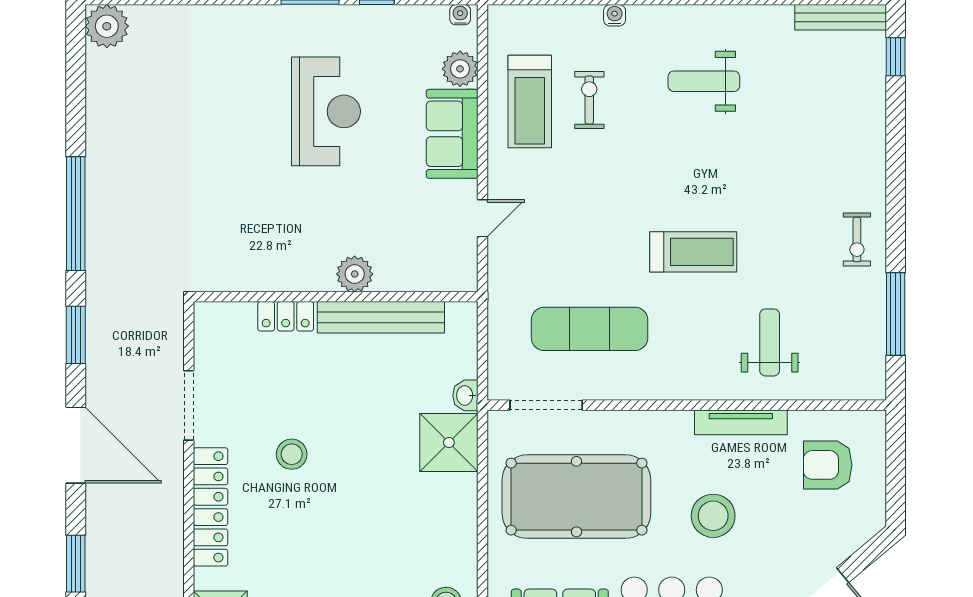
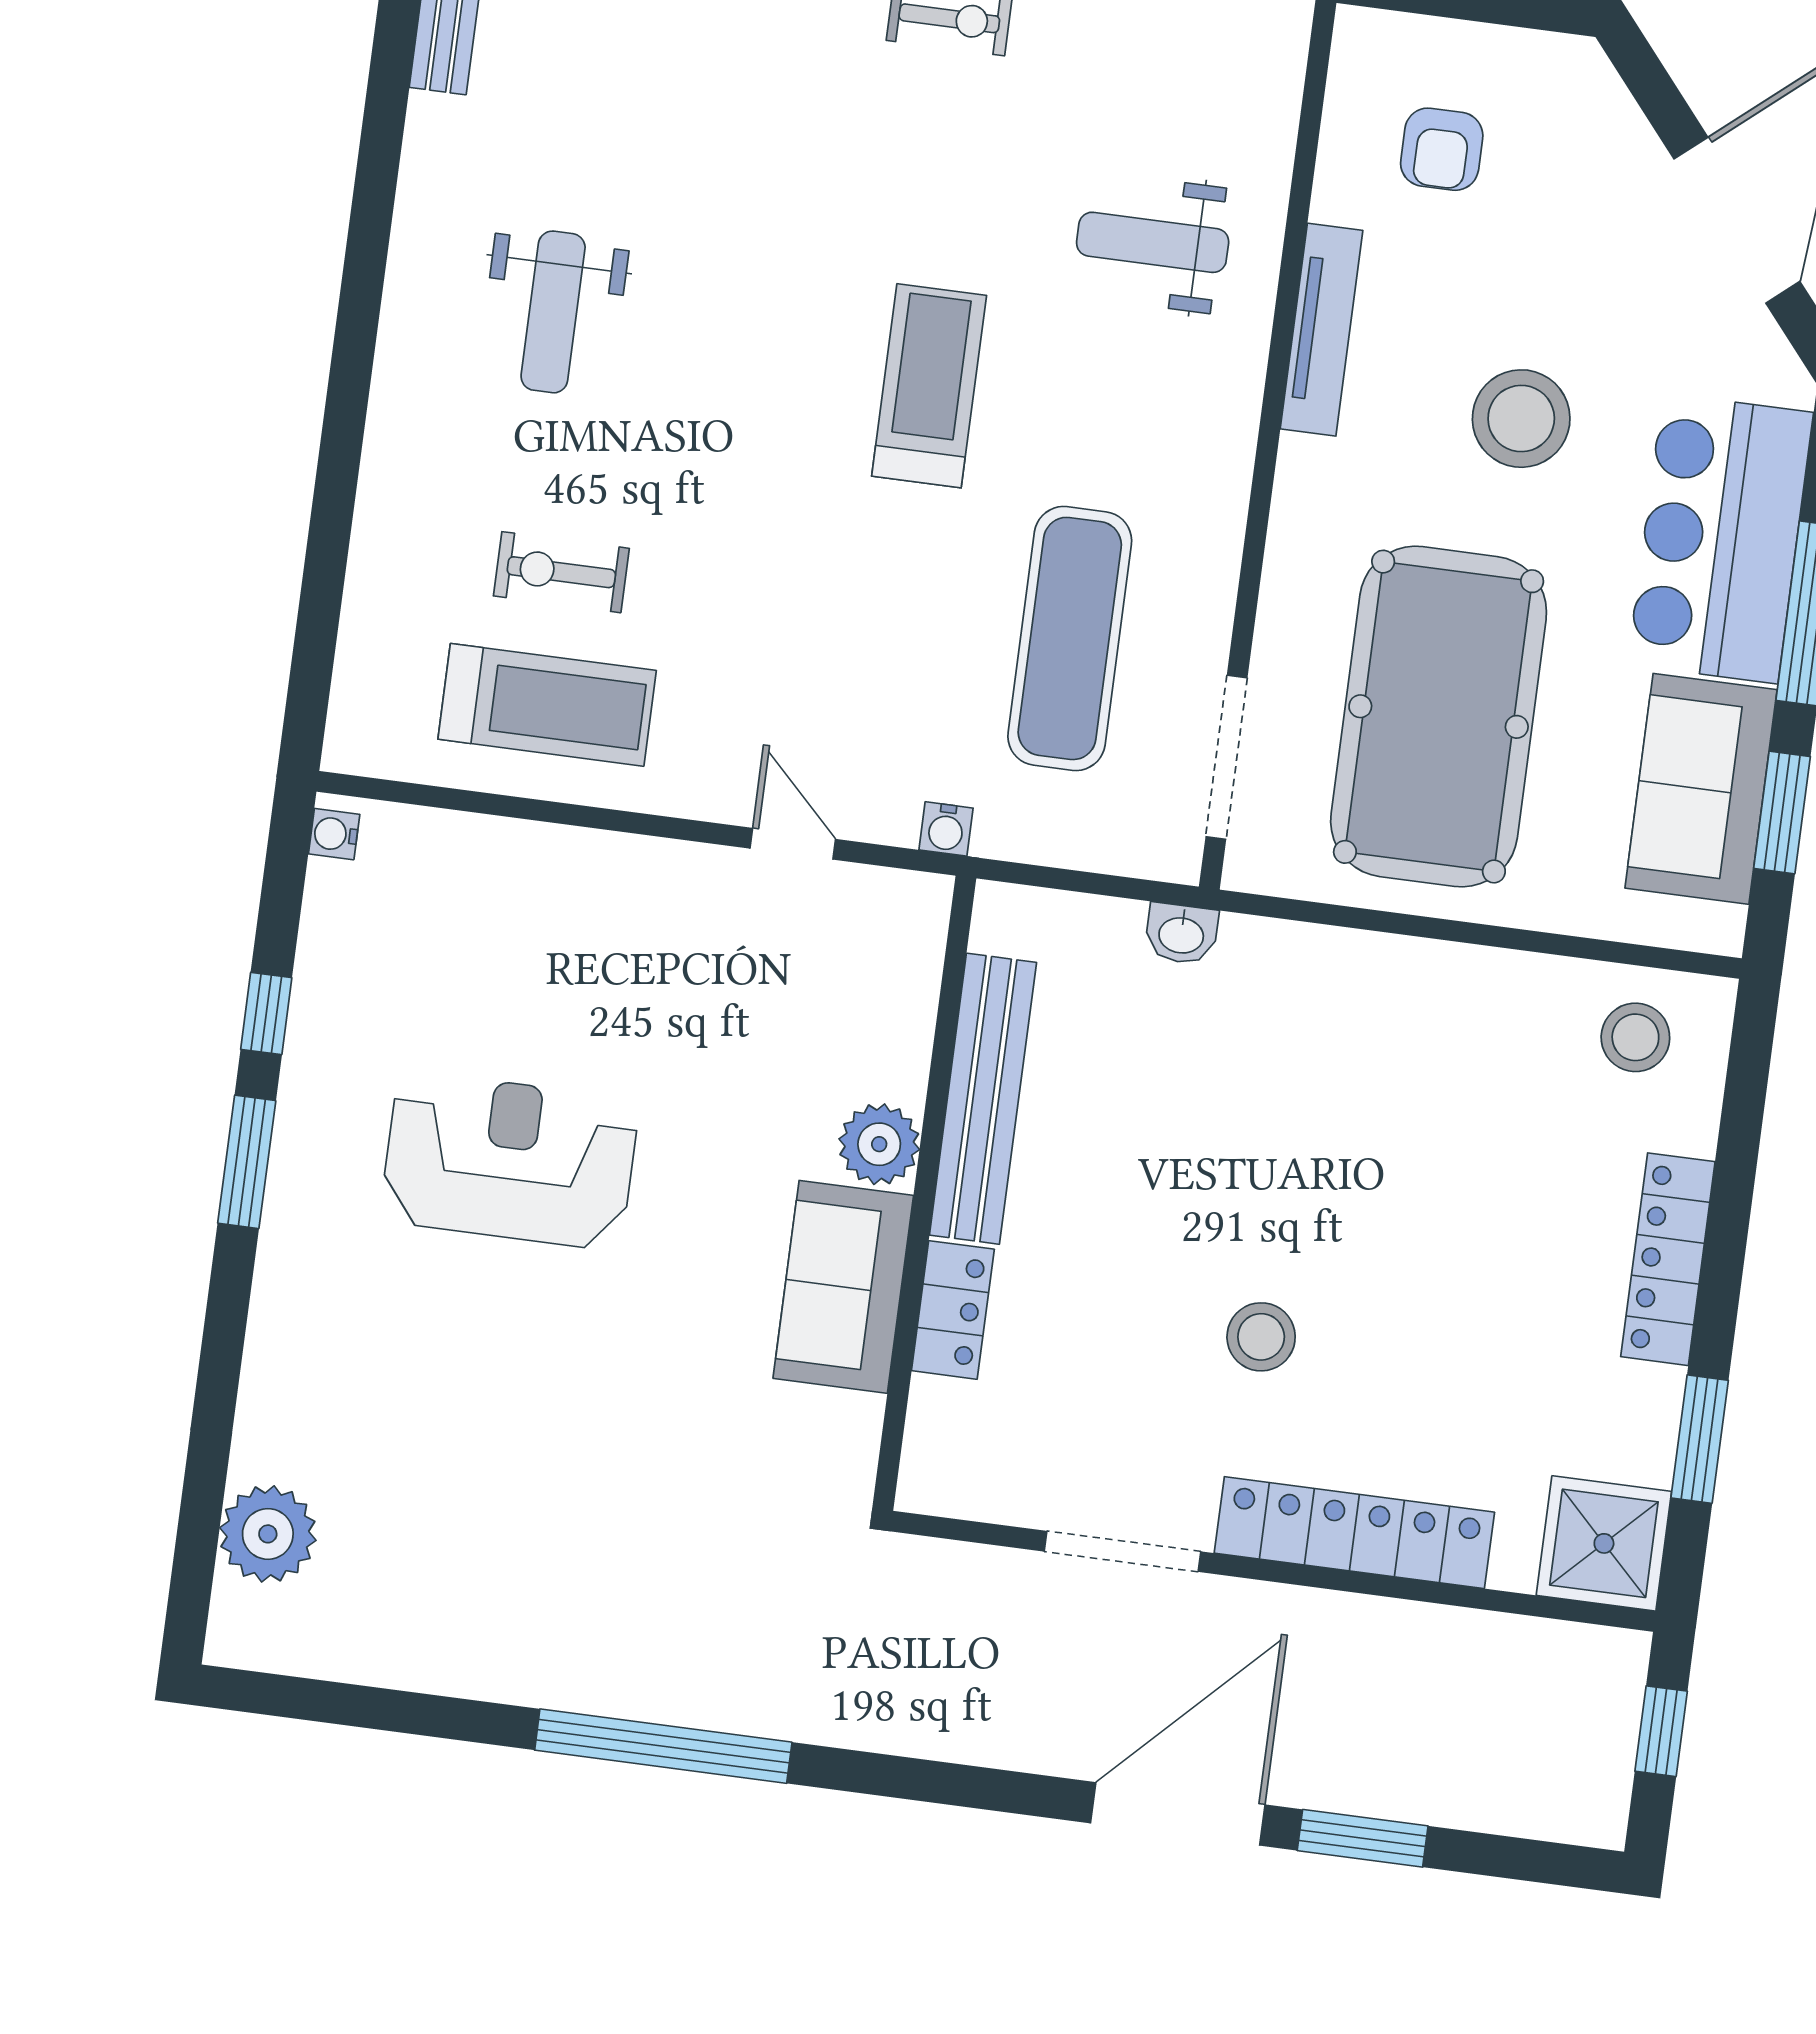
water cooler: (615, 15) -> (946, 829), moved, turned -90
plant: (107, 26) -> (268, 1534), moved
plant: (460, 69) -> (454, 850), removed
sofa: (452, 134) -> (843, 1287), moved, turned 90
window: (76, 335) -> (933, 1782), removed
shower: (449, 442) -> (1281, 984), removed
armchair: (828, 465) -> (1442, 149), width x0.72, depth x0.72
window: (76, 564) -> (1363, 1838), moved

